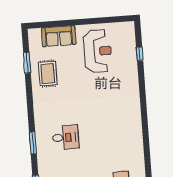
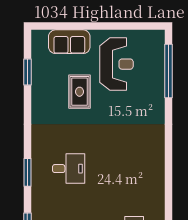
window: (140, 54) -> (169, 71), width x3.17
rug: (48, 74) -> (80, 92), moved

